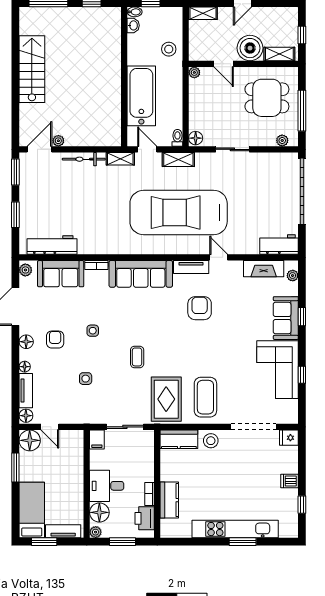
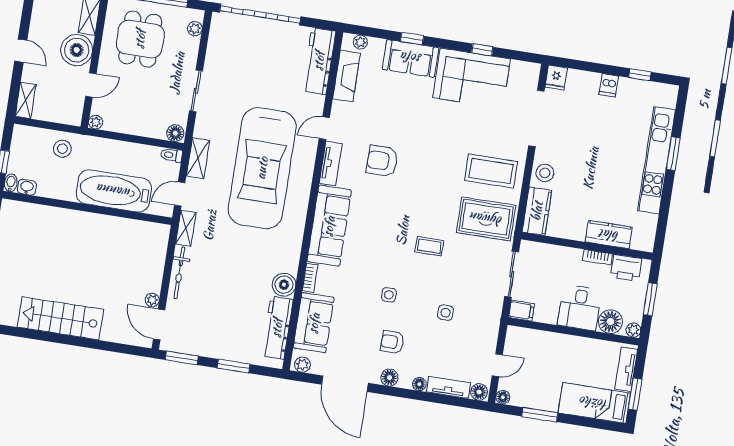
boiler: (88, 245) -> (284, 285), added
workbench: (279, 245) -> (319, 61), width x1.38
floor lamp: (30, 440) -> (503, 397), width x0.53, depth x0.53

